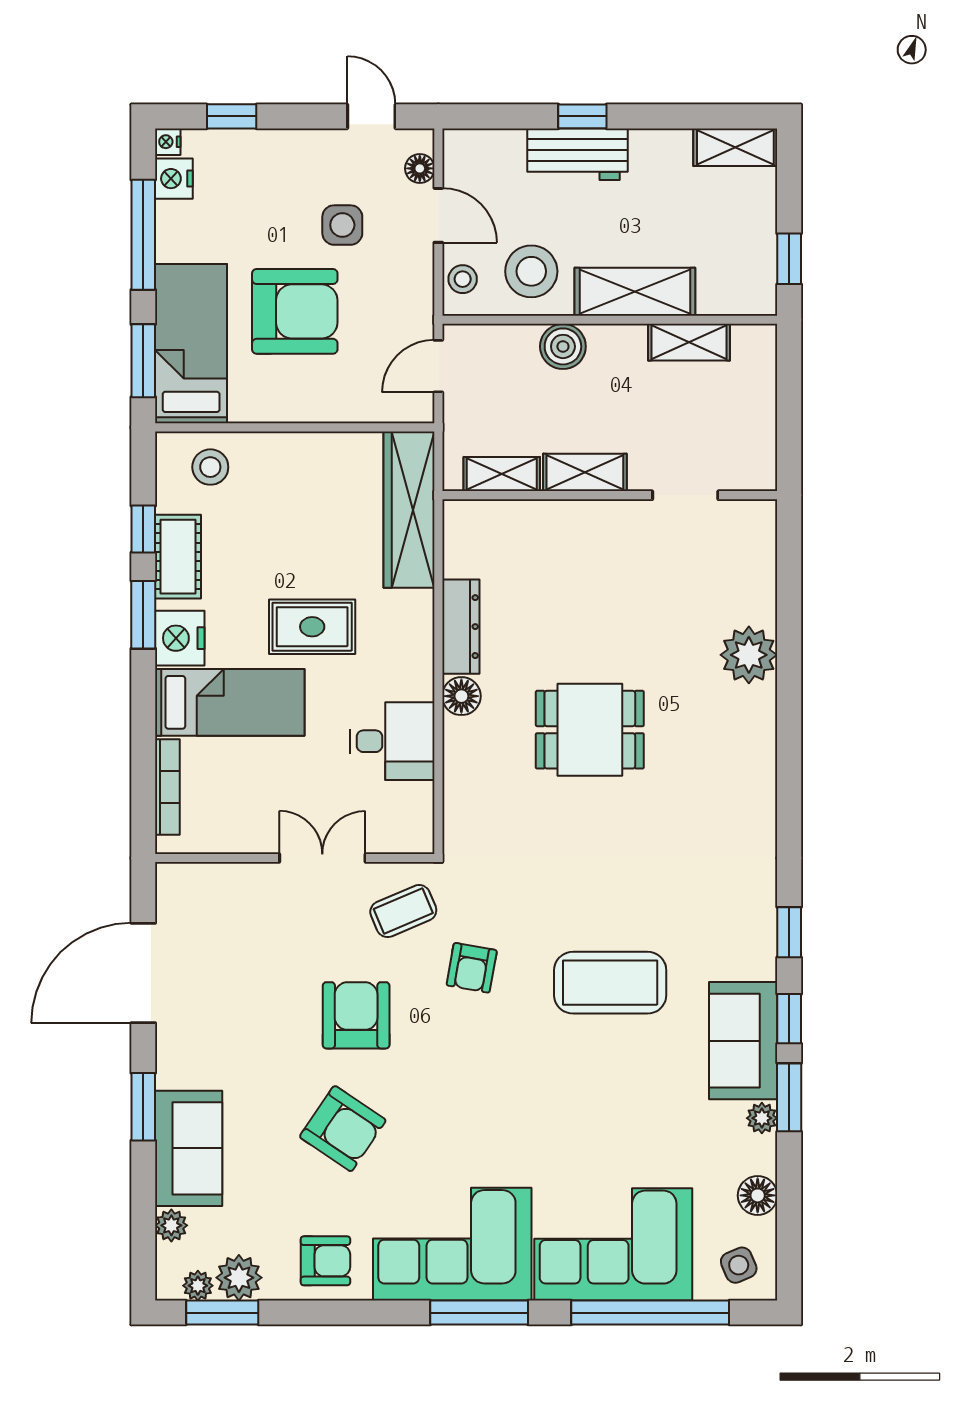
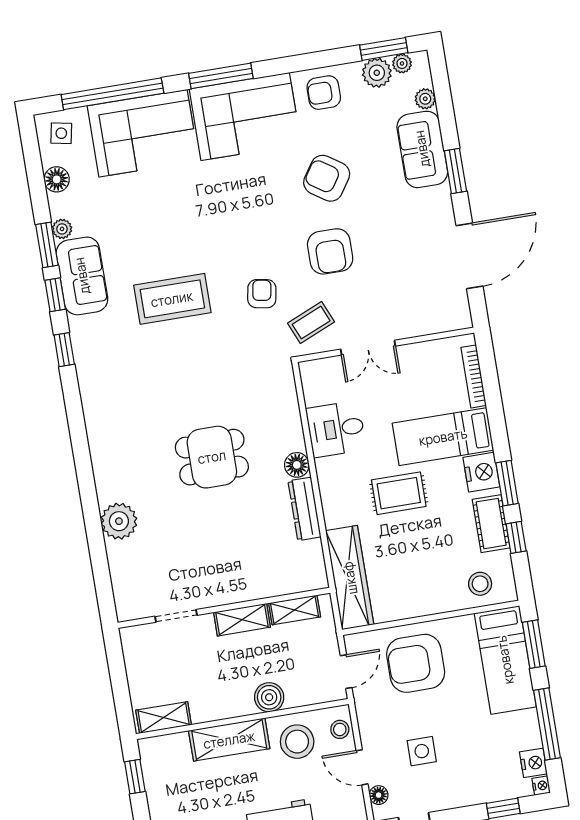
armchair: (295, 311) -> (416, 663), moved
shelving: (689, 342) -> (164, 718), moved
side table: (739, 1265) -> (61, 133), turned 34

